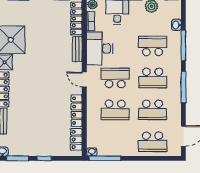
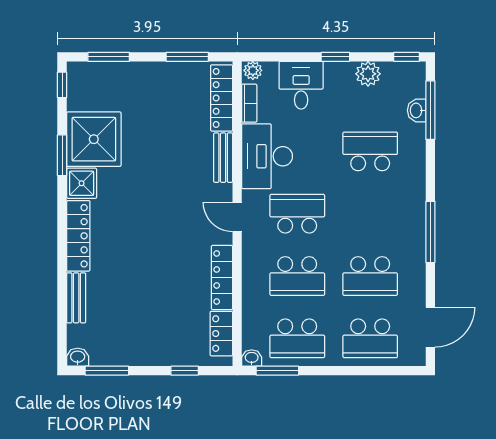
window: (183, 45) -> (430, 110), moved
school desk: (153, 78) -> (297, 338), moved
window: (44, 158) -> (185, 371), moved
window: (105, 158) -> (277, 371), width x0.69

